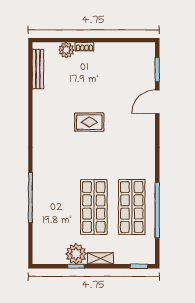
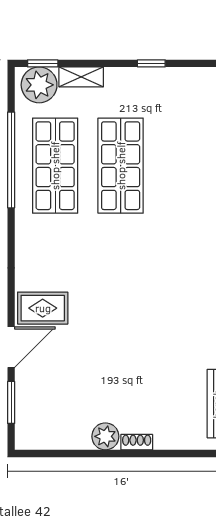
plant: (66, 50) -> (105, 436), moved
rug: (89, 122) -> (43, 308), moved
plant: (76, 254) -> (39, 85), moved
shelving: (100, 258) -> (81, 77), moved

